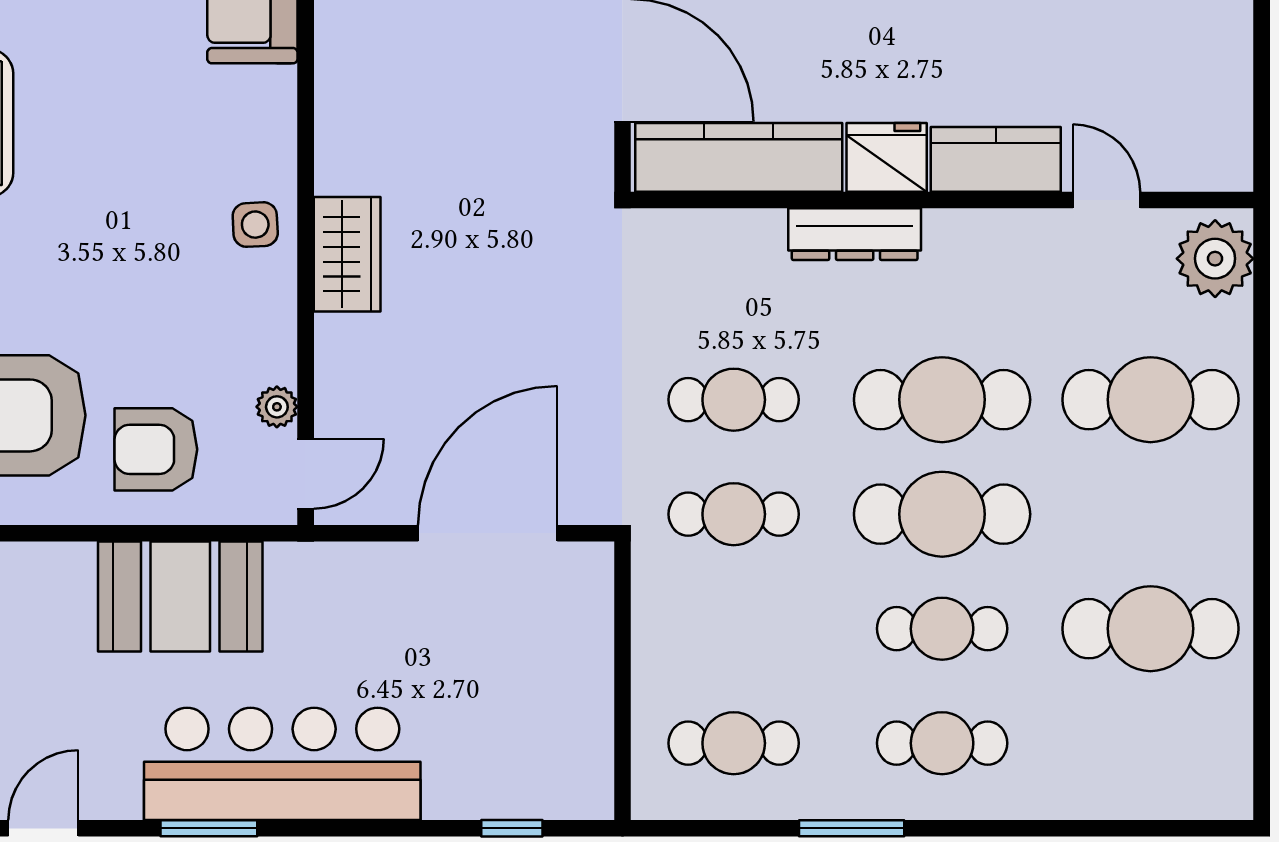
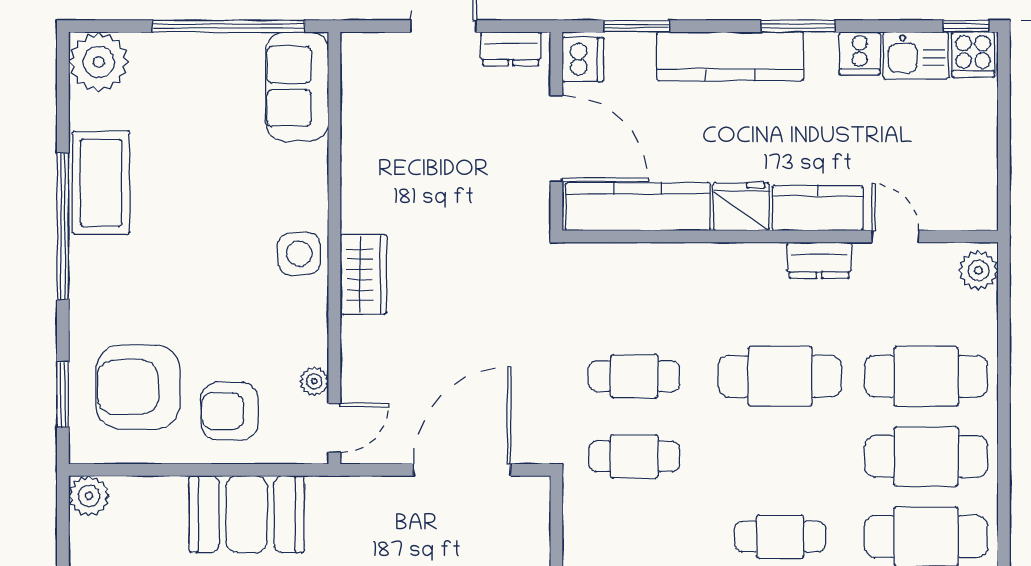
side table: (255, 225) -> (299, 254), width x1.37, depth x1.37
dresser: (855, 234) -> (819, 260), moved, width x0.70
plant: (1215, 259) -> (978, 270), width x0.73, depth x0.73
cafe table: (942, 514) -> (926, 456), moved

